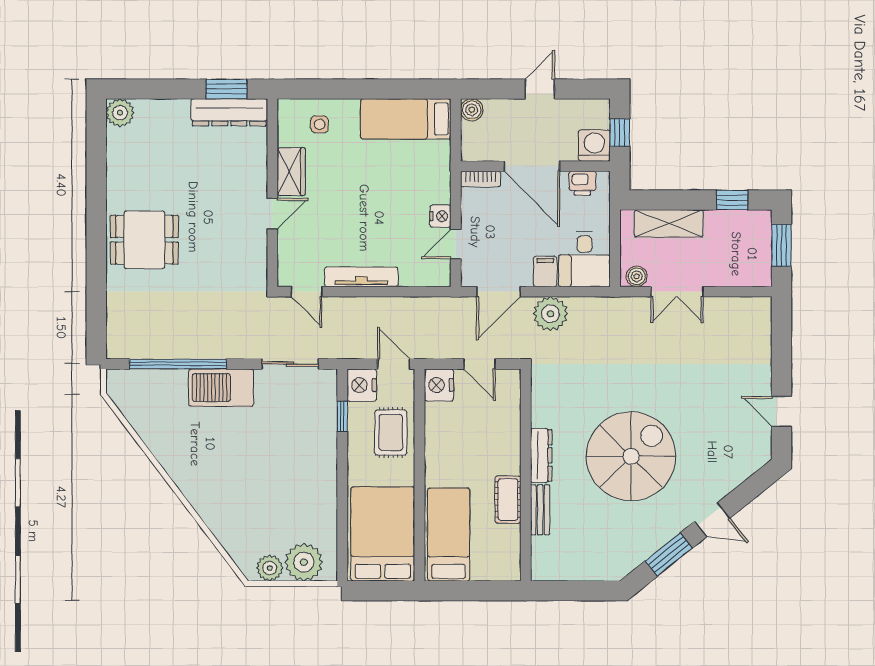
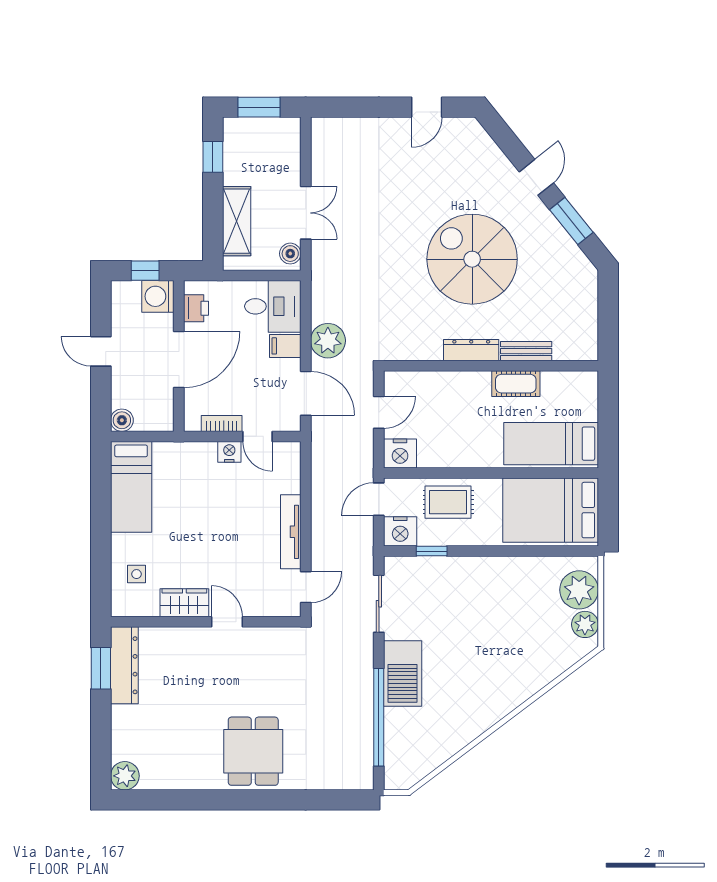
bookcase: (480, 179) -> (222, 423), moved, turned -90

